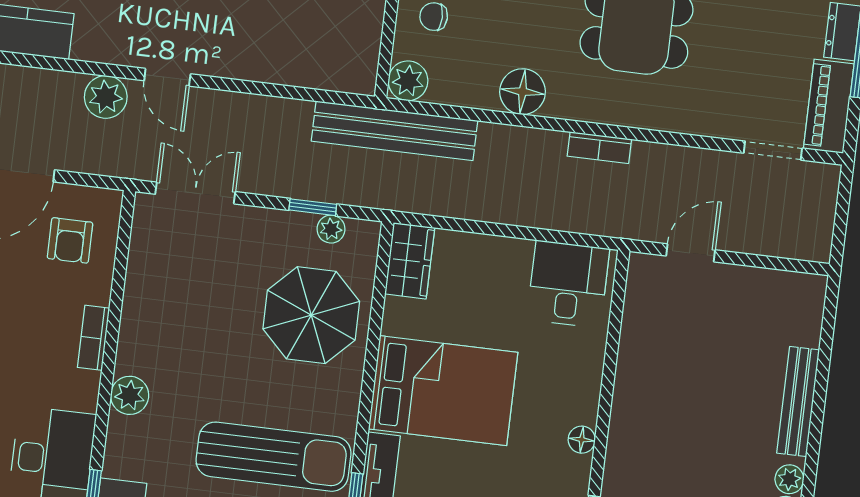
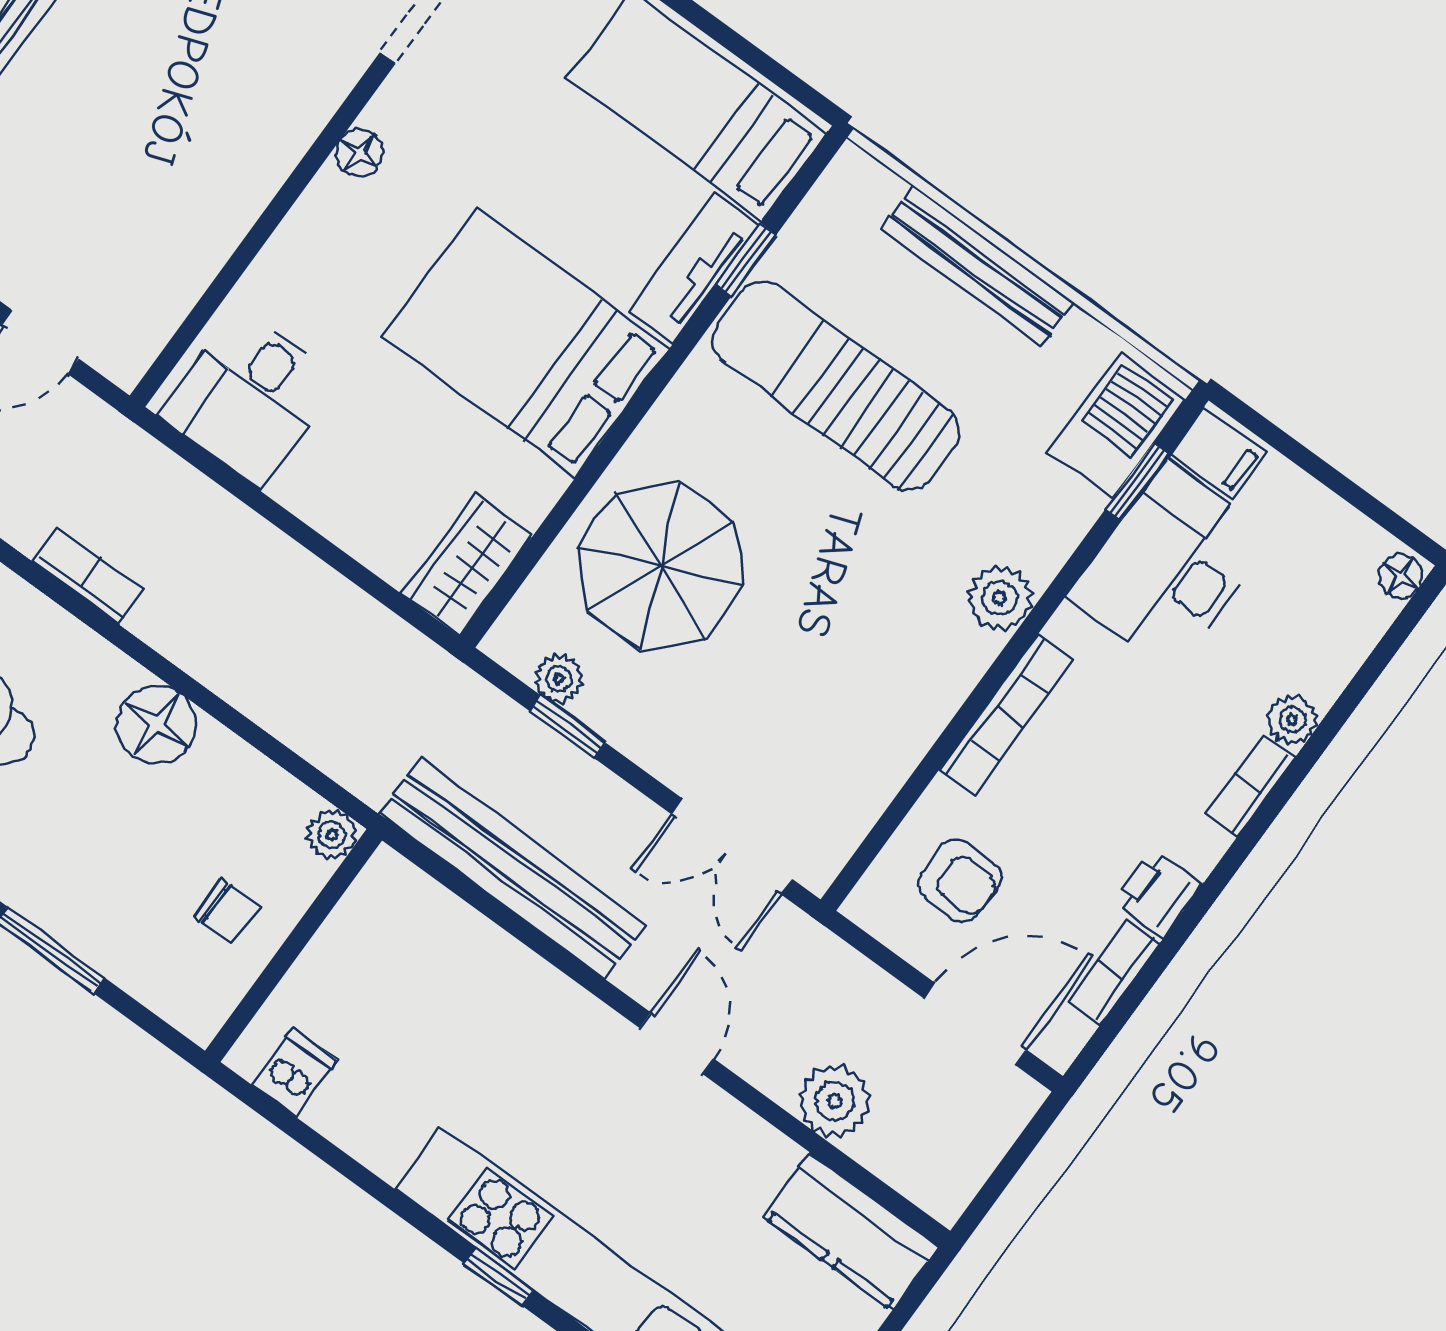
plant: (408, 81) -> (332, 834), width x0.73, depth x0.73
plant: (106, 97) -> (835, 1101), moved
bench: (394, 131) -> (513, 869), moved
armchair: (70, 240) -> (959, 880), turned 92
bookcase: (93, 338) -> (1006, 715), width x1.56

